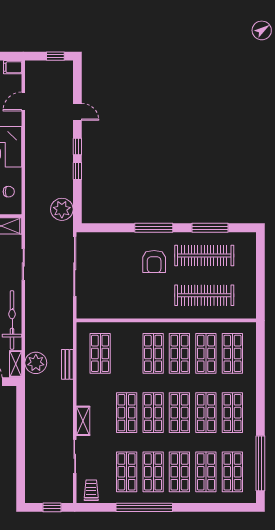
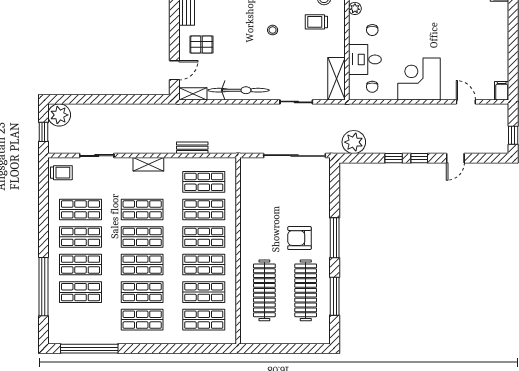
plant: (36, 363) -> (59, 115), moved
shelving: (83, 421) -> (148, 164), moved
shop shelf: (232, 472) -> (204, 209), moved
window: (144, 507) -> (43, 287), moved

